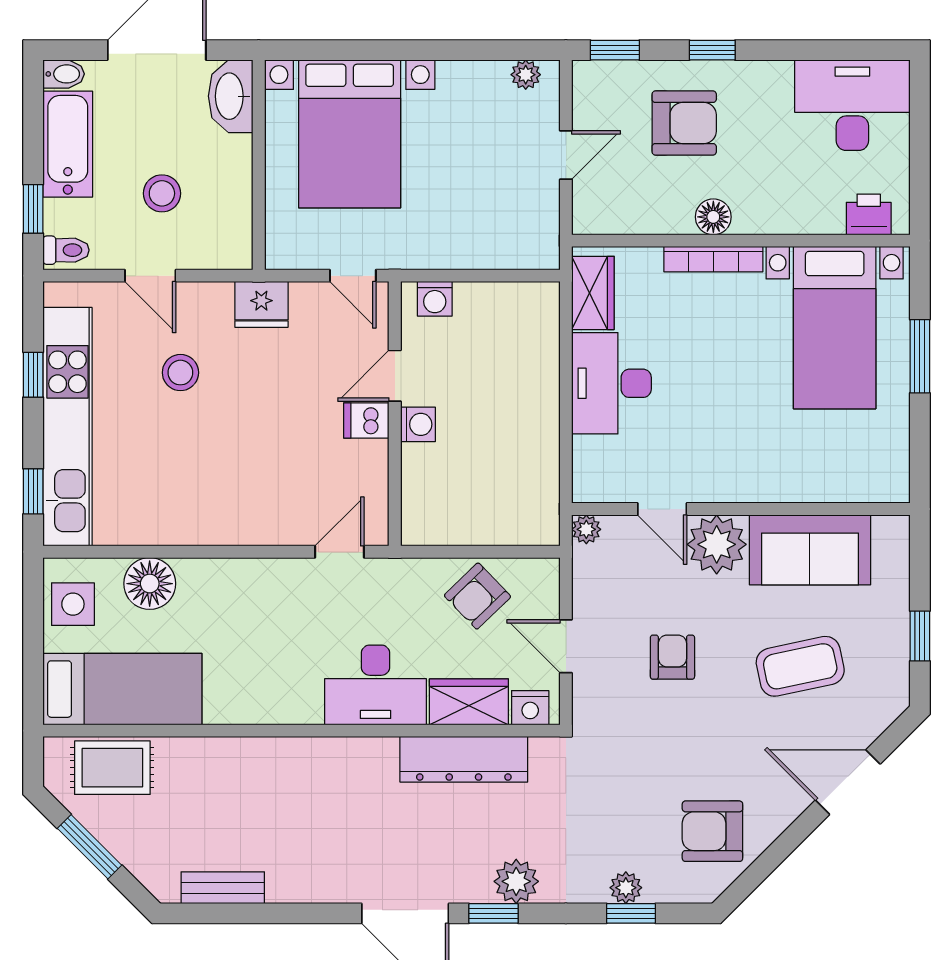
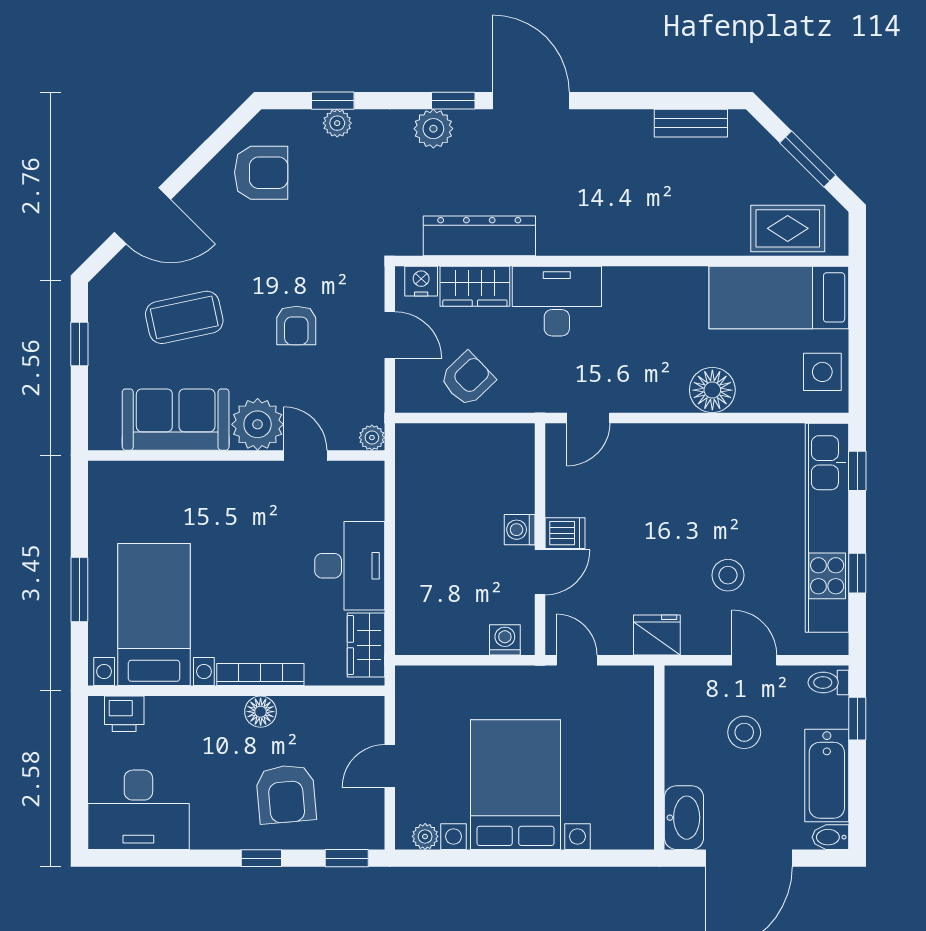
armchair: (684, 123) -> (286, 794), turned -95
bed with nightstands: (350, 134) -> (515, 785), moved
floor lamp: (150, 584) -> (712, 390), moved

